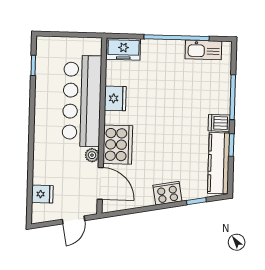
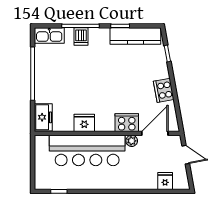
kitchen sink: (203, 50) -> (49, 35), moved, turned 90
dishwasher: (219, 123) -> (81, 36), moved
cooker: (118, 145) -> (127, 123), width x0.73, depth x0.76
cooker: (167, 193) -> (164, 90), moved

